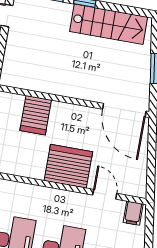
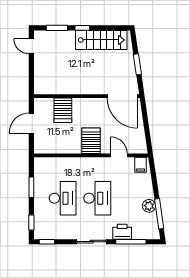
server rack: (68, 166) -> (91, 141), width x0.62

